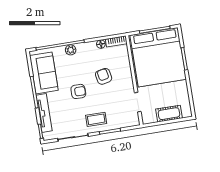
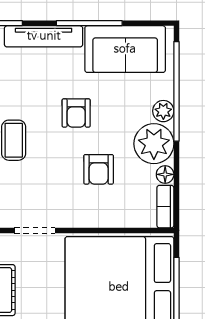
plant: (87, 52) -> (154, 144), added
armchair: (104, 76) -> (99, 169), turned 101

